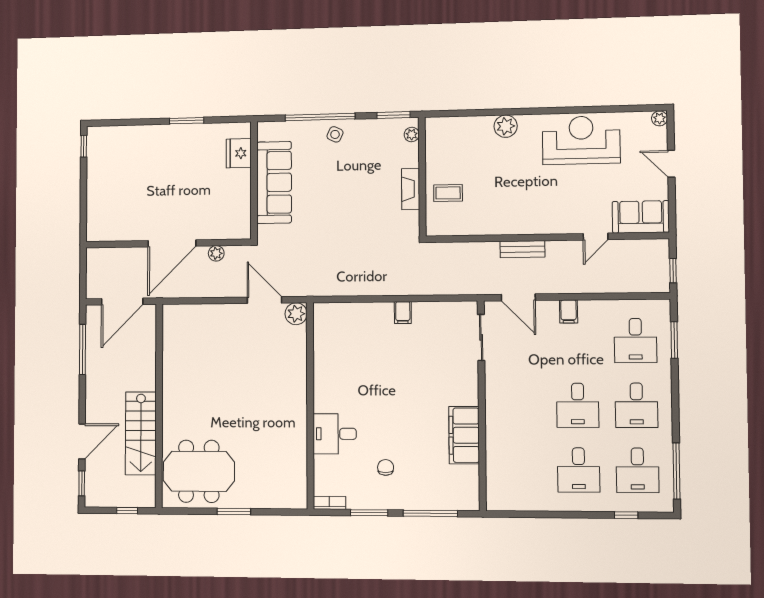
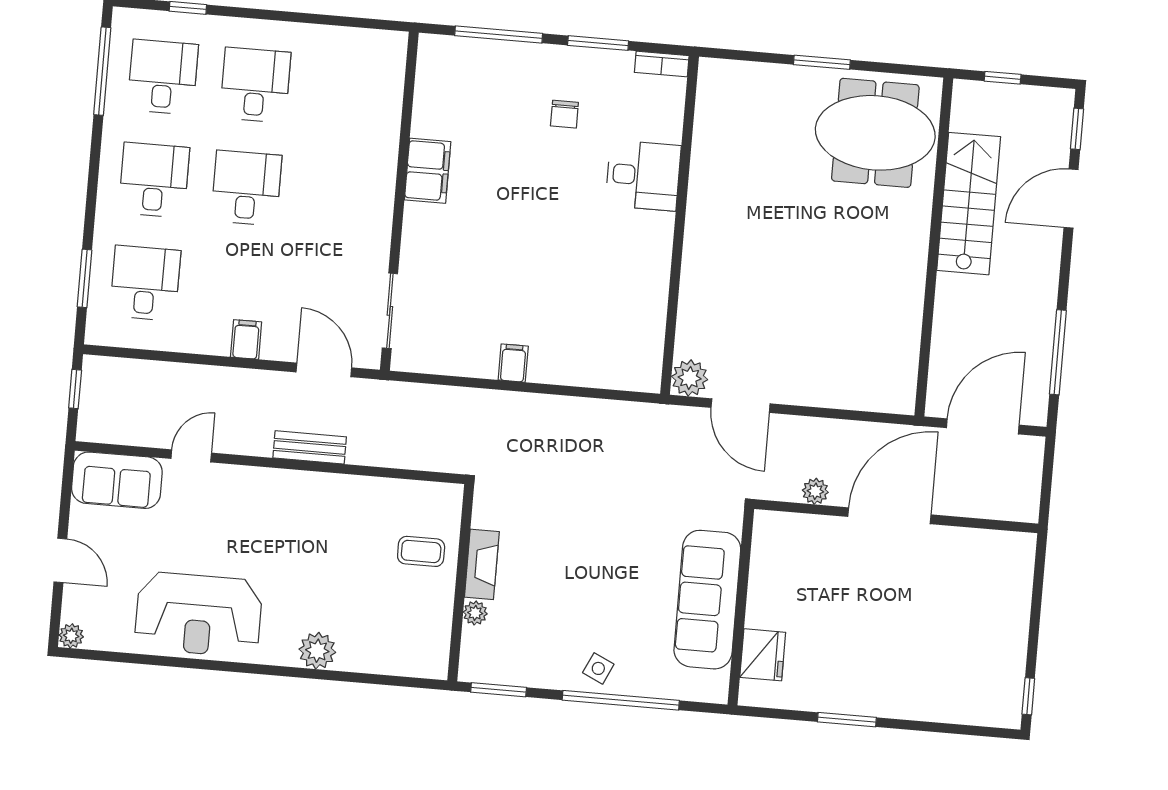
plant: (412, 134) -> (475, 613), moved
filing cabinet: (464, 435) -> (428, 171), width x0.67, depth x0.86

